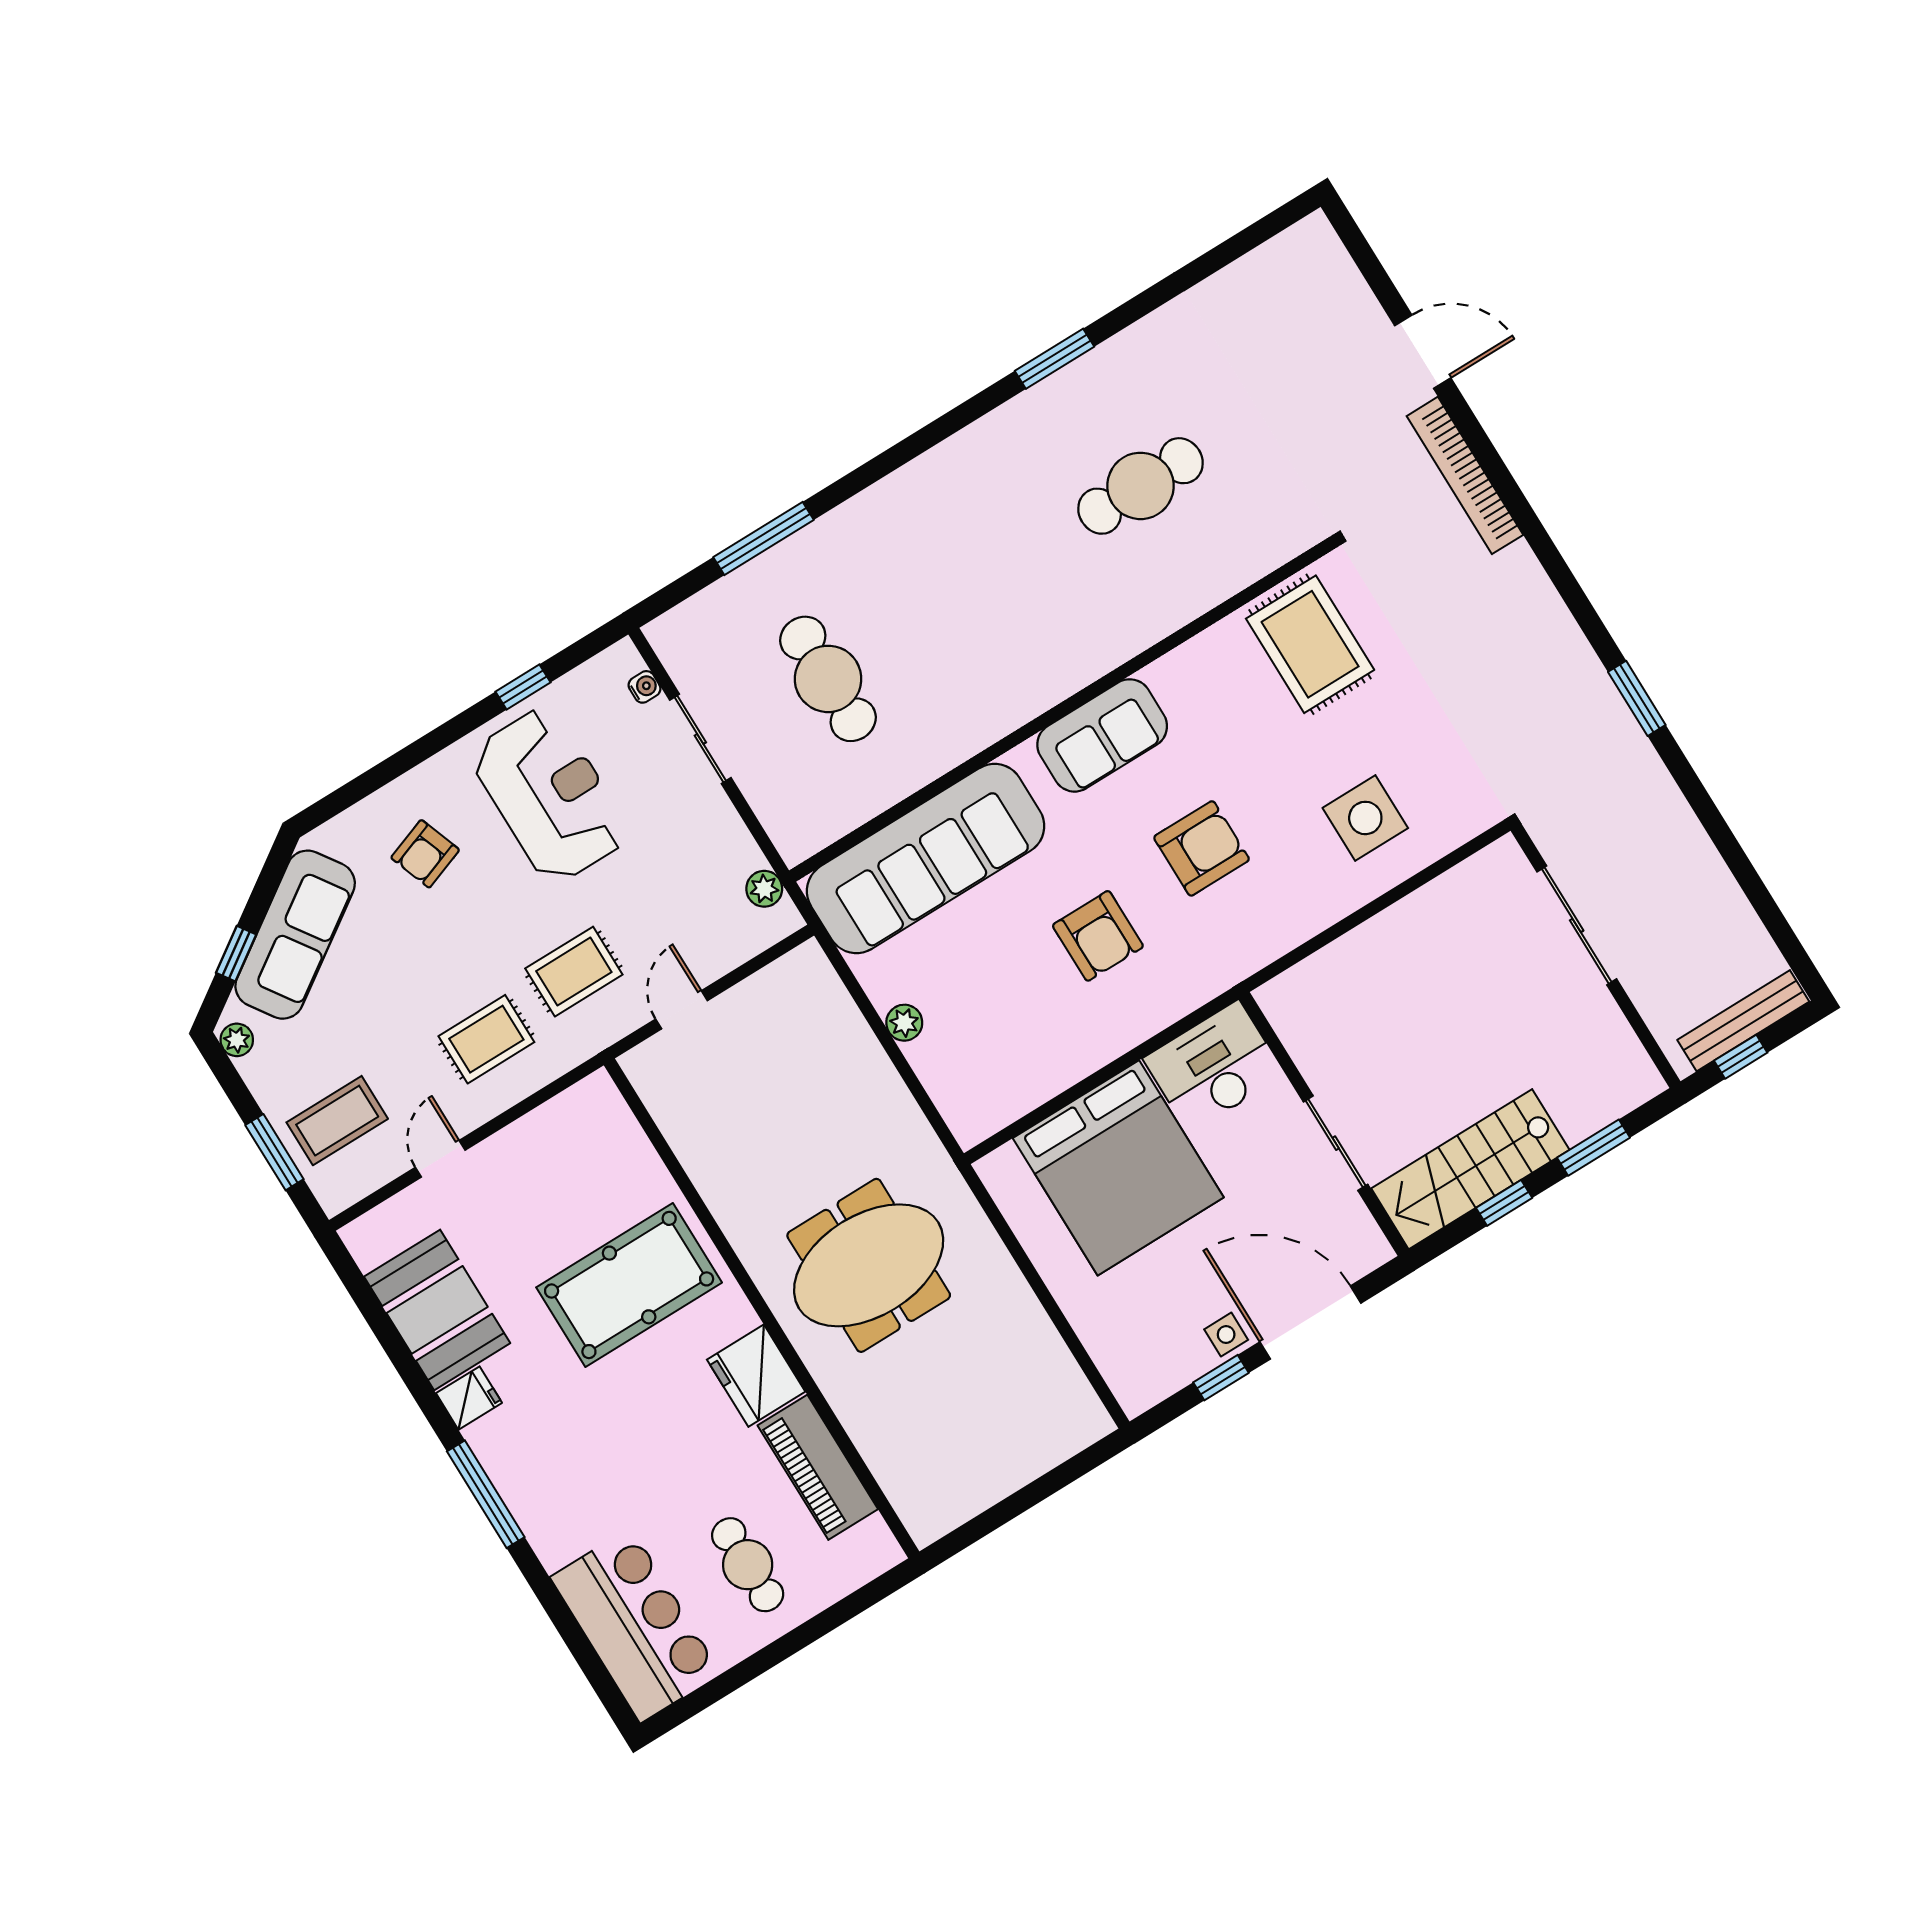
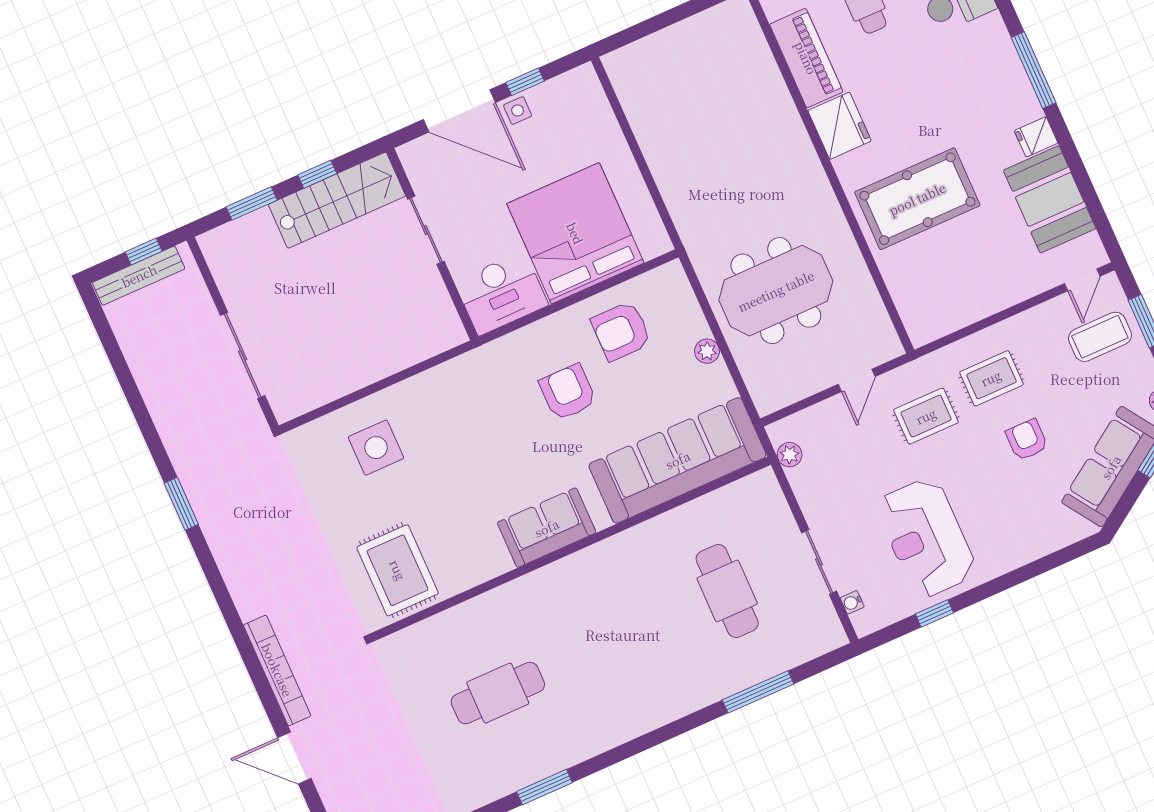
armchair: (1202, 848) -> (621, 331), moved
armchair: (425, 854) -> (1027, 440), moved, turned -70
door: (440, 1159) -> (1082, 280), moved
meeting table: (869, 1265) -> (776, 291), moved

